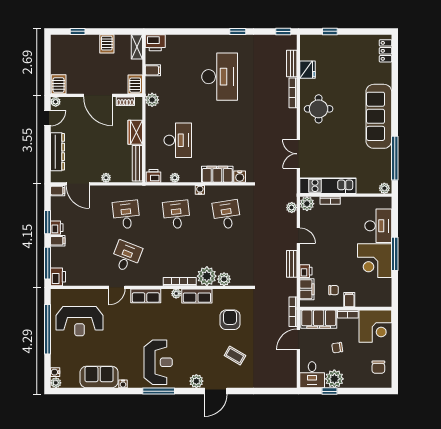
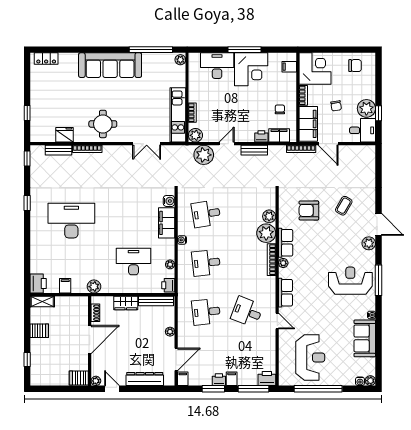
server rack: (135, 84) -> (79, 303), removed
plant: (292, 208) -> (204, 155), width x1.88, depth x1.88
filing cabinet: (349, 300) -> (289, 67), moved

